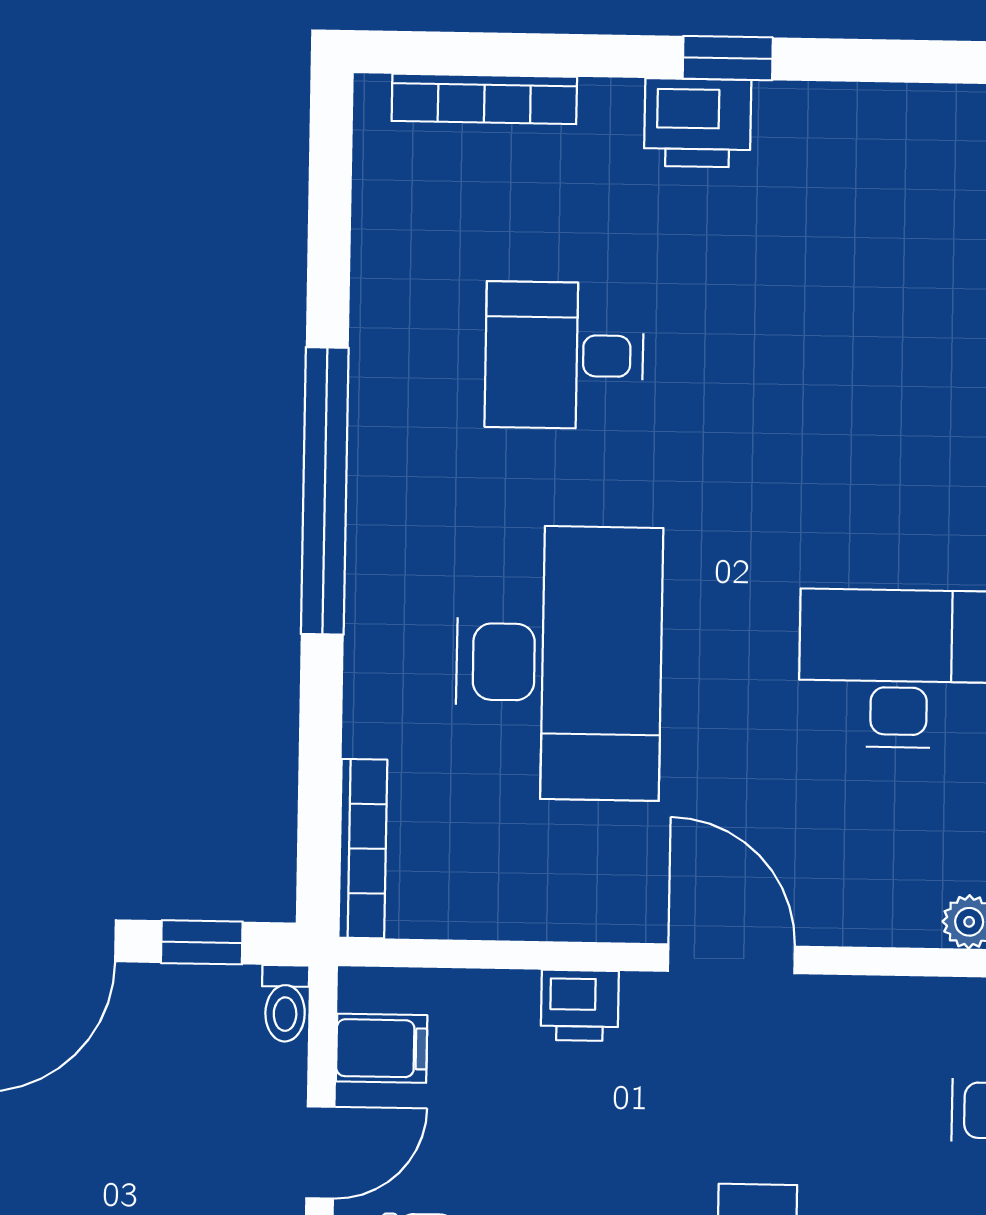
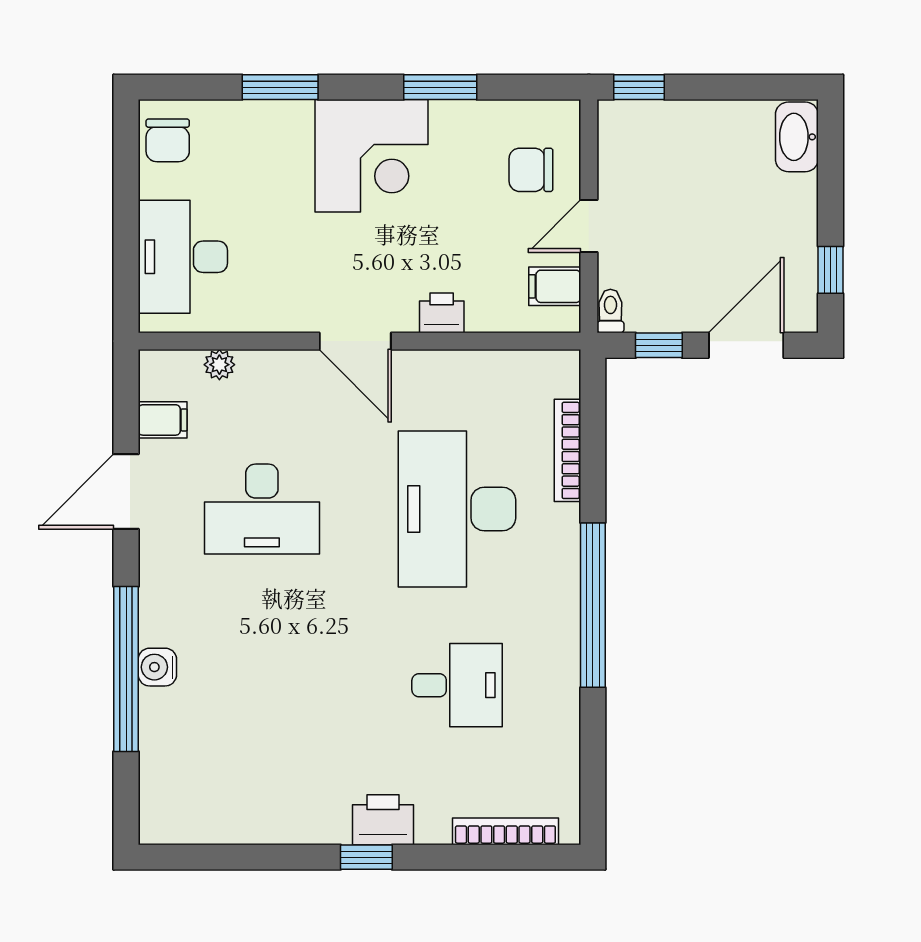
bookcase: (363, 849) -> (568, 450), moved

